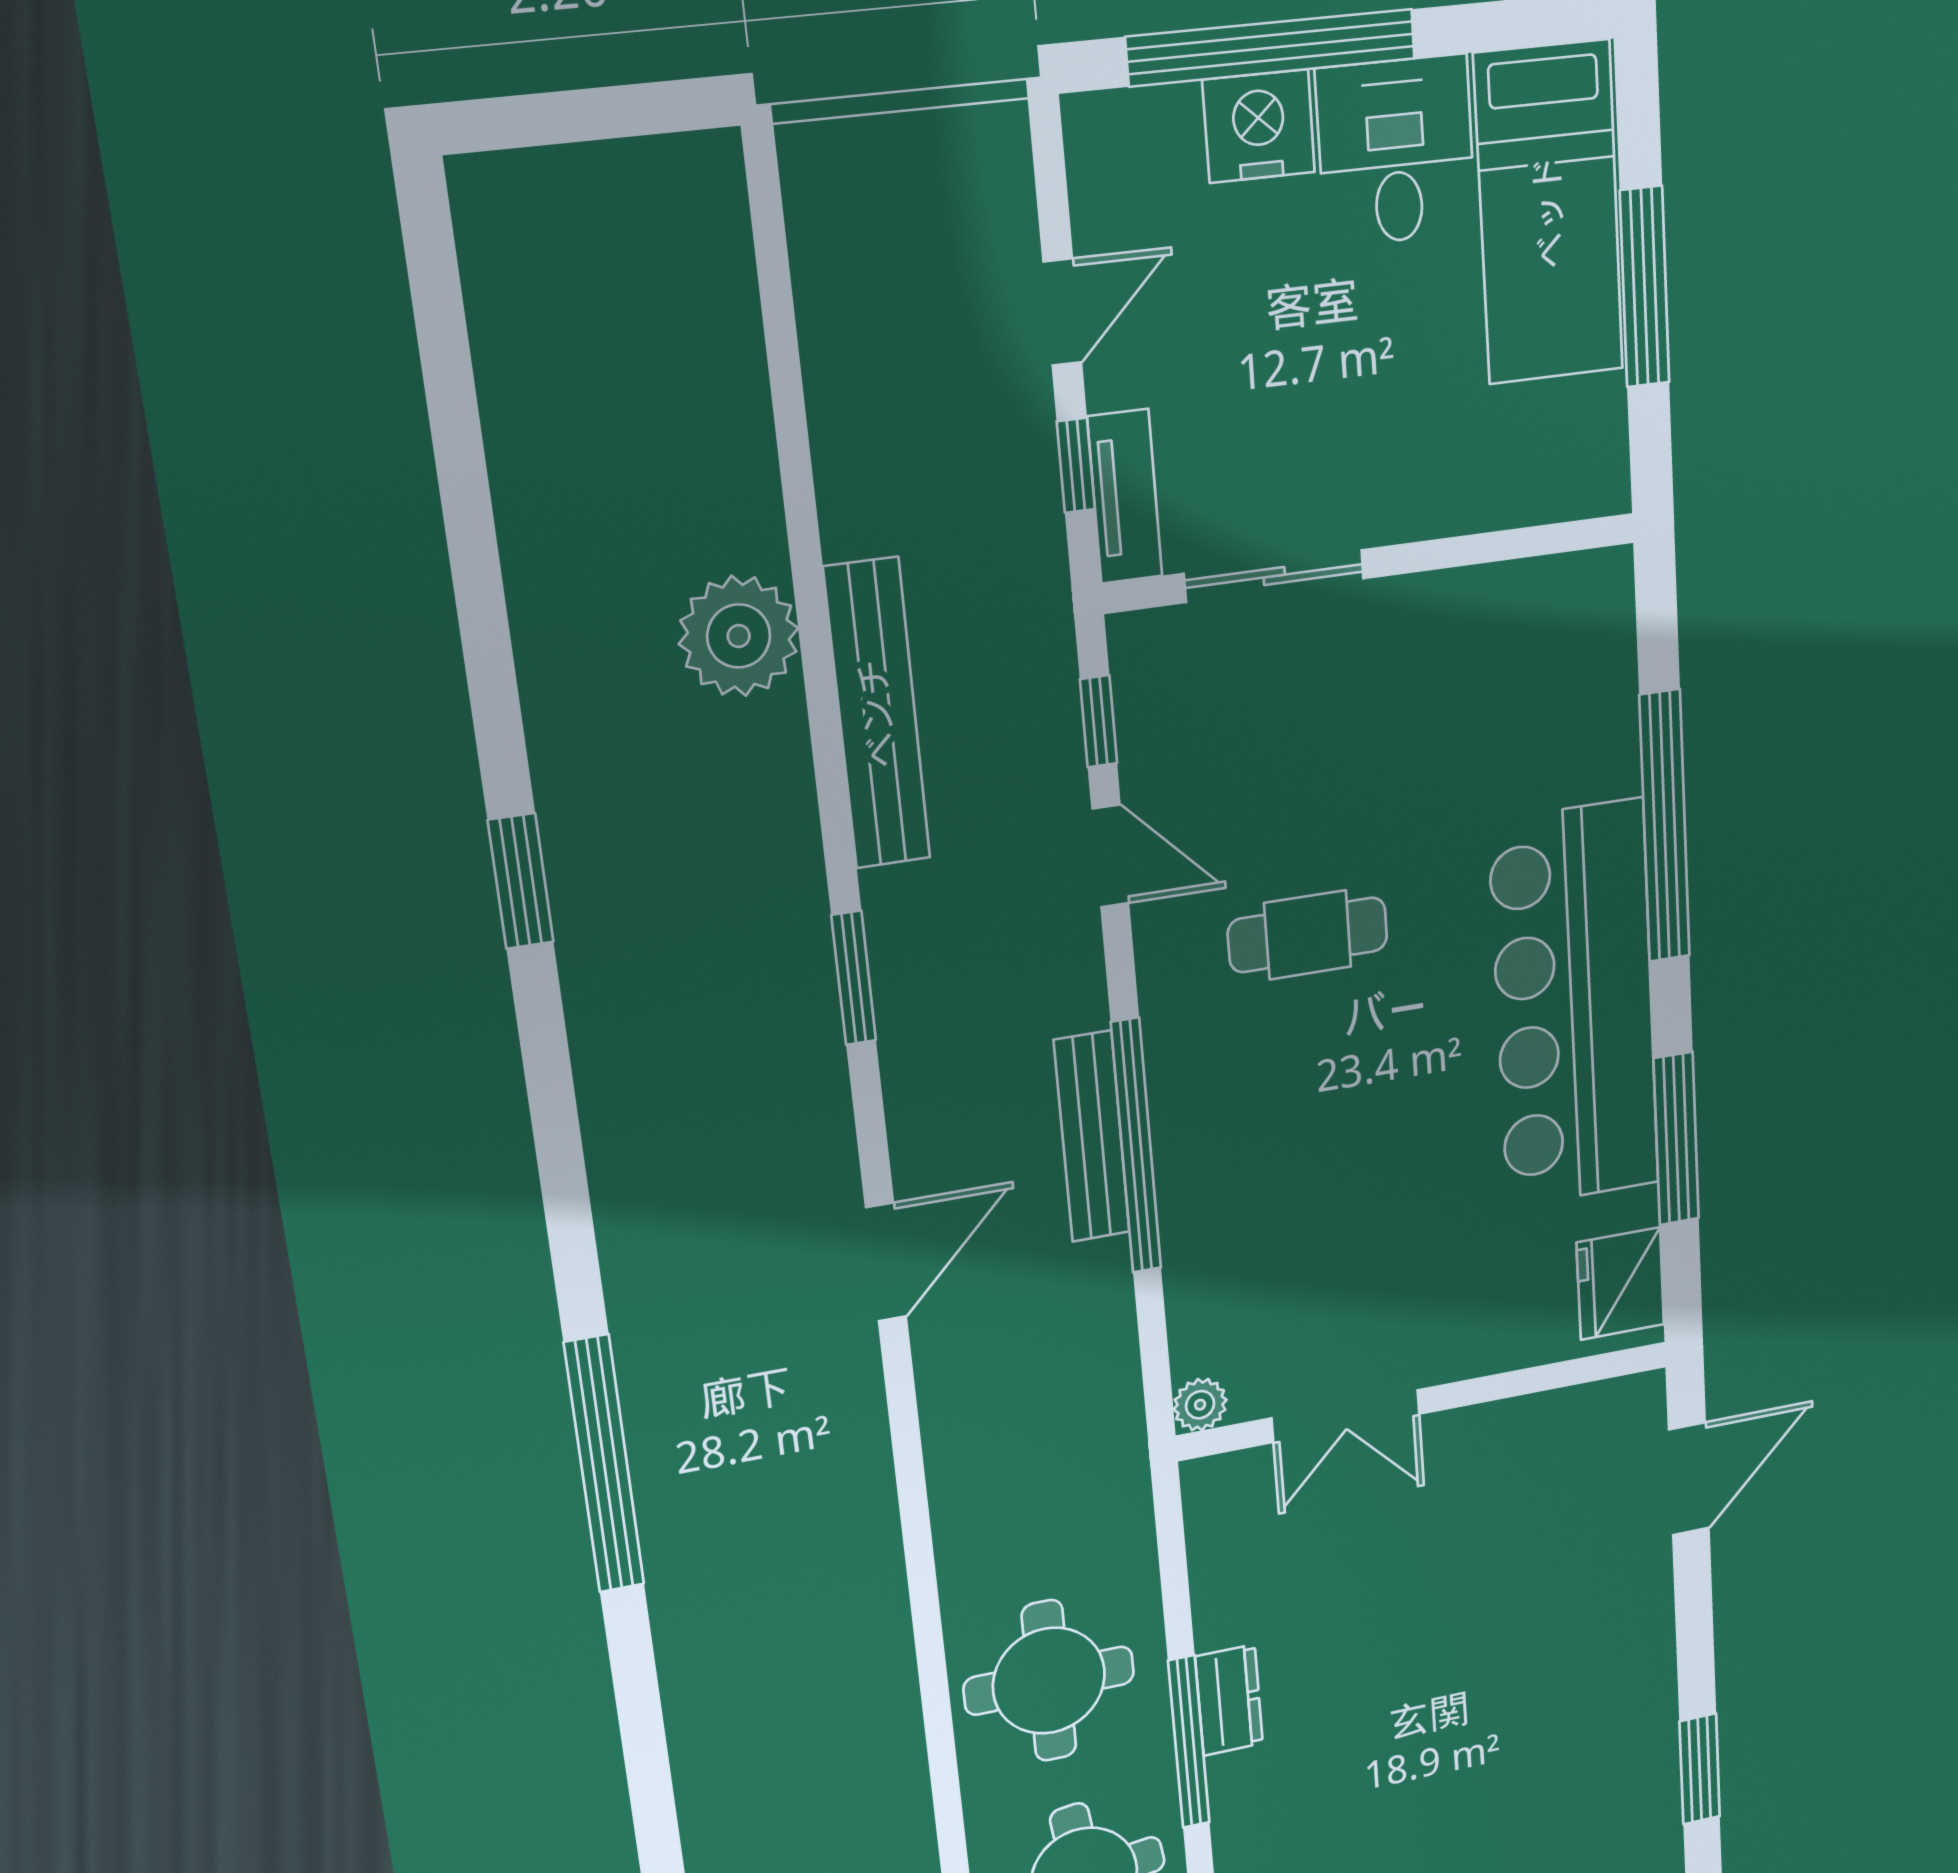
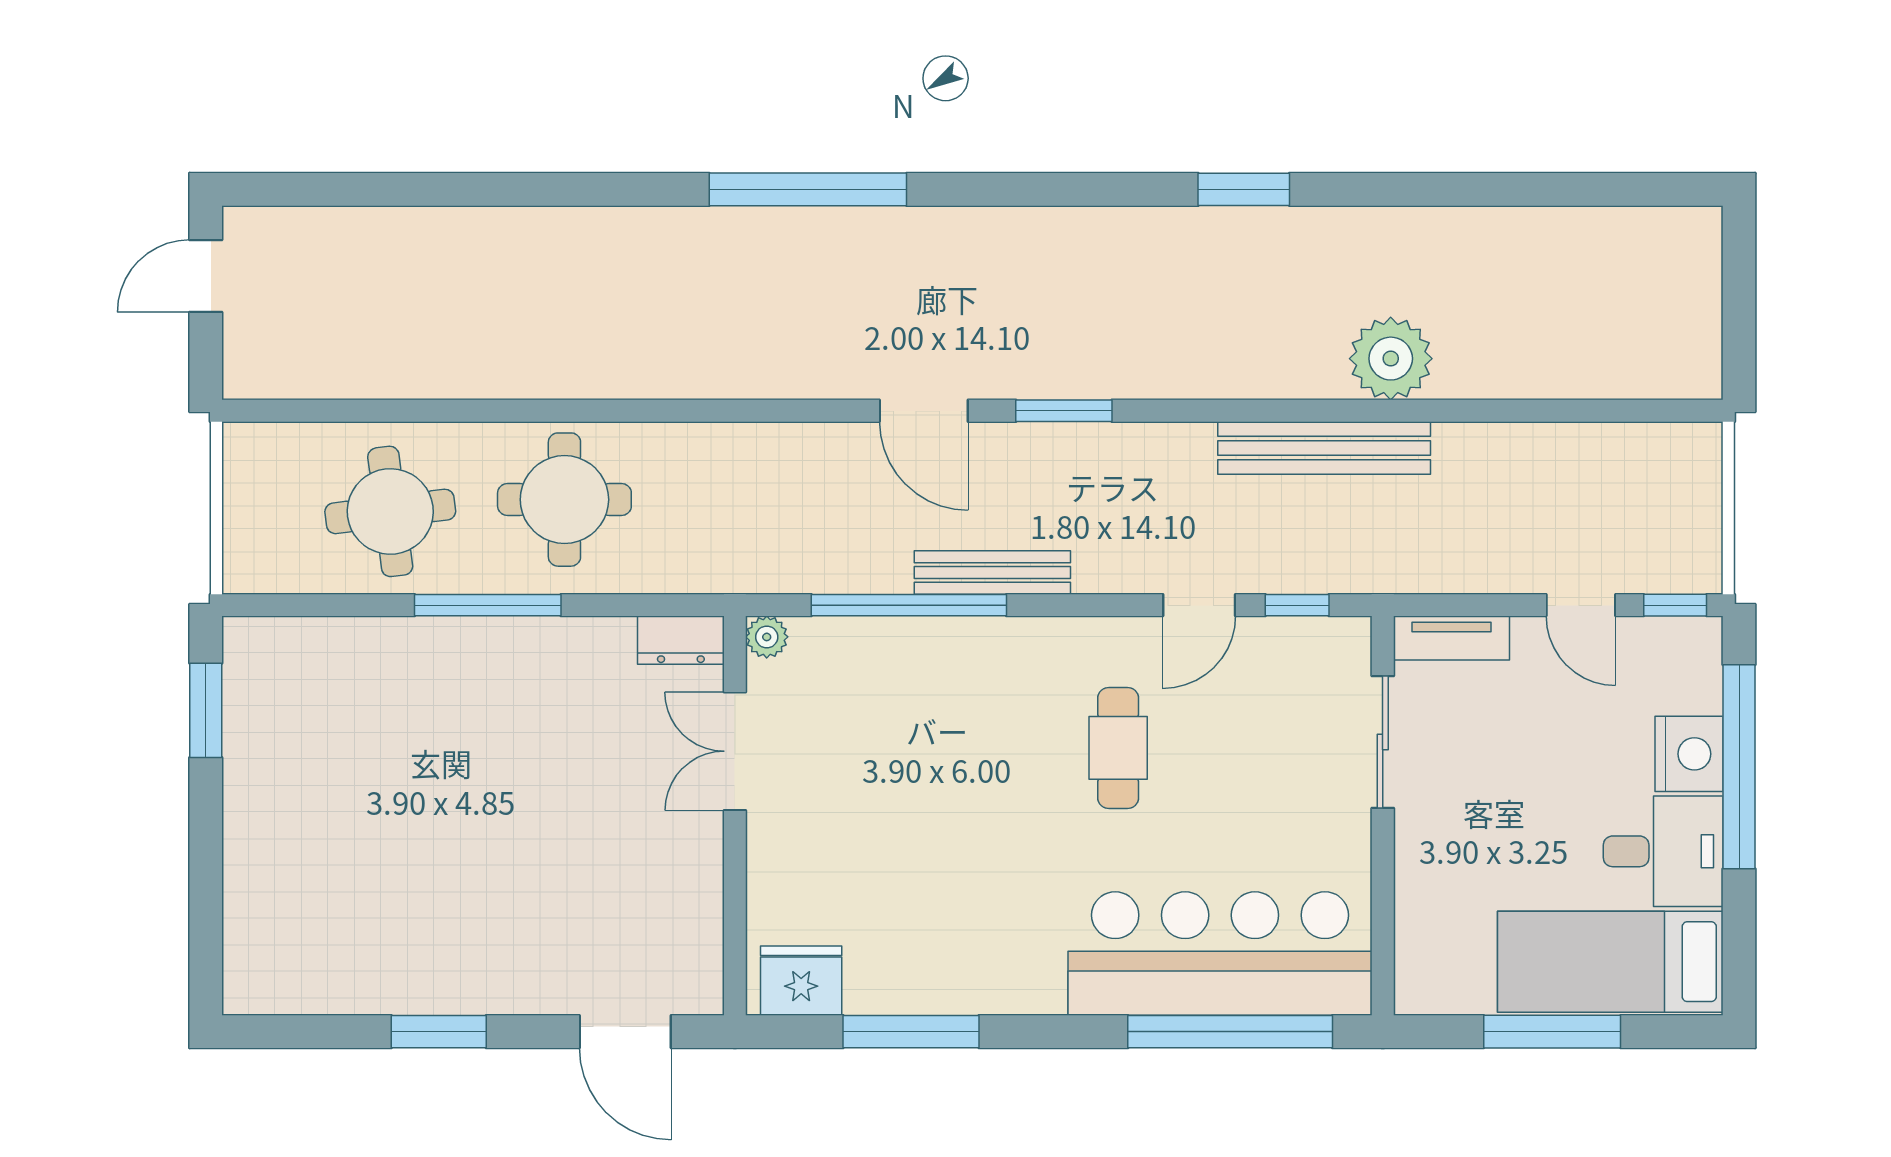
window: (1076, 465) -> (1675, 605), moved
window: (1665, 827) -> (1230, 1032), moved
window: (854, 978) -> (1064, 411), moved
bar counter: (1575, 1005) -> (1220, 954), moved
window: (1136, 1146) -> (909, 605), moved
dresser: (1229, 1700) -> (681, 640), moved
window: (1700, 1769) -> (439, 1032), moved

